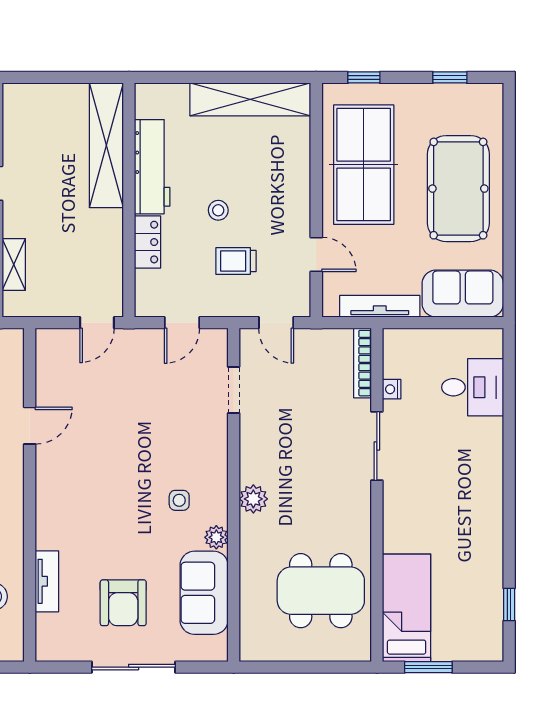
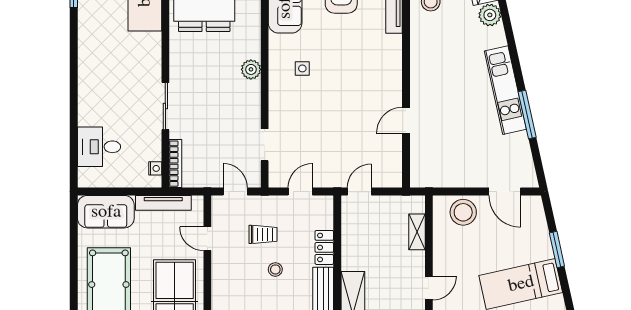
nightstand: (392, 389) -> (155, 168), moved
plant: (216, 537) -> (277, 43), removed

